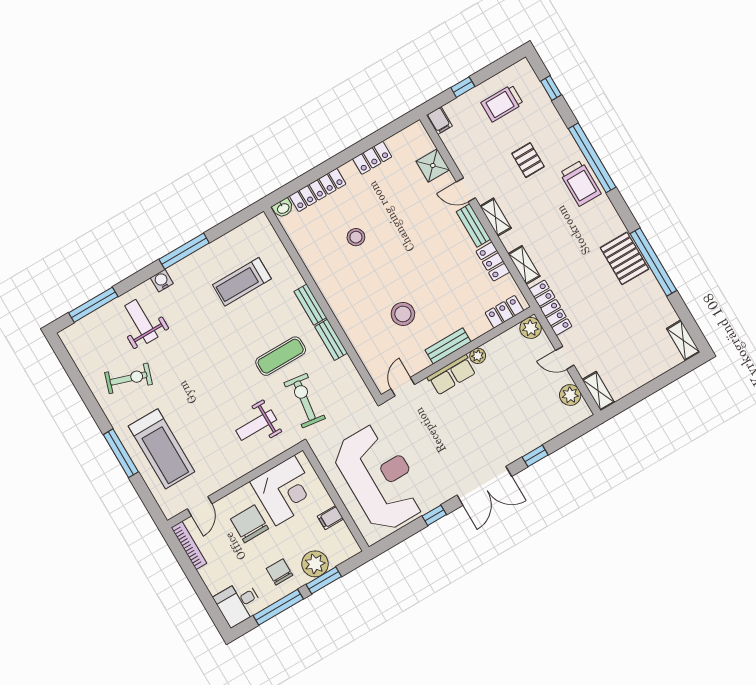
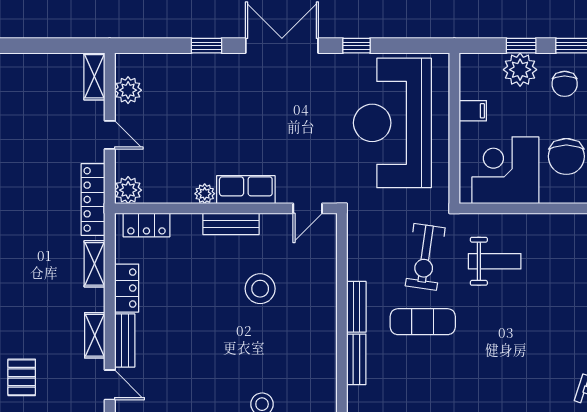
window: (324, 580) -> (521, 46), width x0.67

